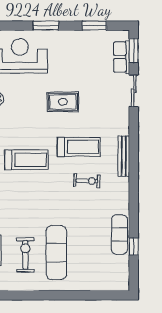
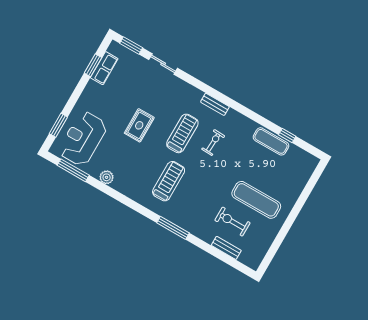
window: (46, 26) -> (58, 125), moved
row of seats: (122, 57) -> (104, 68), moved, turned -90
bench: (124, 156) -> (215, 104), width x0.73
exercise bike: (25, 255) -> (232, 222), moved

